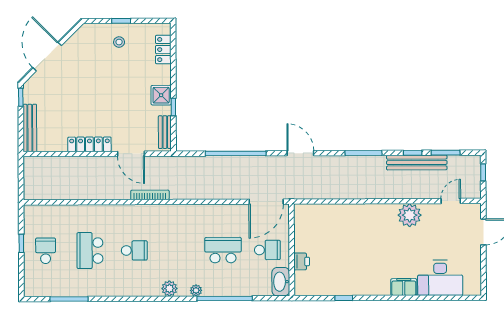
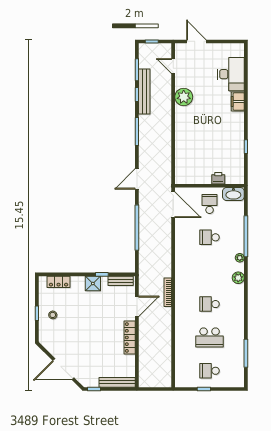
school desk: (134, 250) -> (210, 304), turned -90
school desk: (223, 250) -> (210, 237), width x0.54

